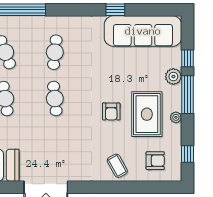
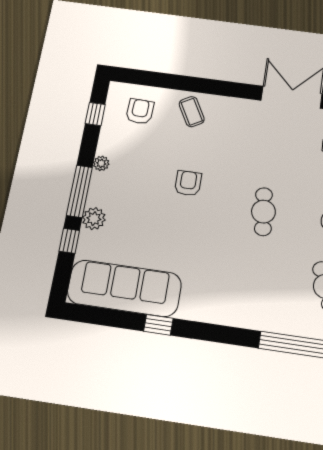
cafe table: (55, 52) -> (254, 276), removed
rug: (147, 114) -> (140, 173), removed
armchair: (155, 161) -> (140, 111), turned 92

